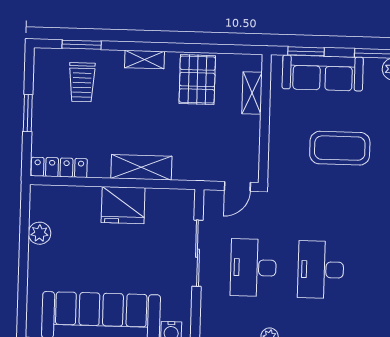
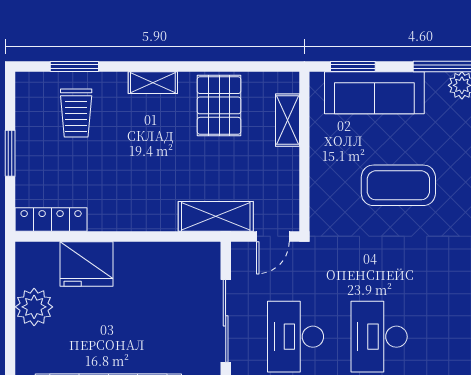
shelving: (141, 167) -> (216, 216), moved
fridge: (123, 205) -> (86, 264), moved
plant: (40, 233) -> (34, 307), width x1.36, depth x1.36

